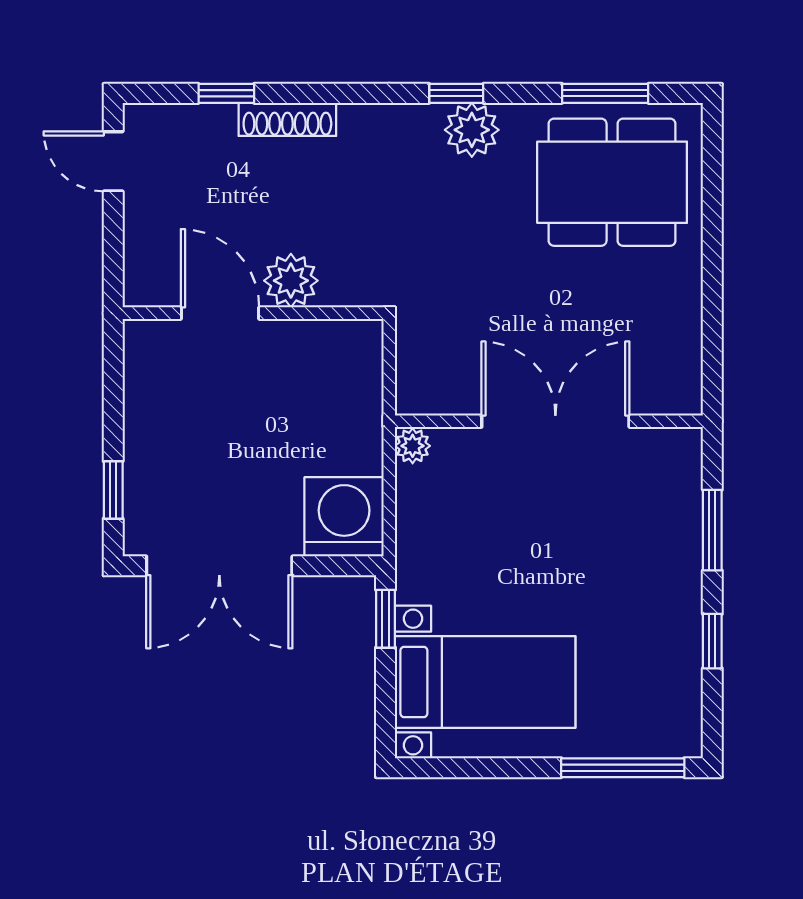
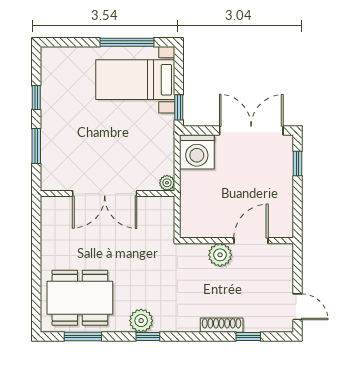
door: (220, 313) -> (251, 241), swing flipped
window: (623, 768) -> (127, 42), moved

